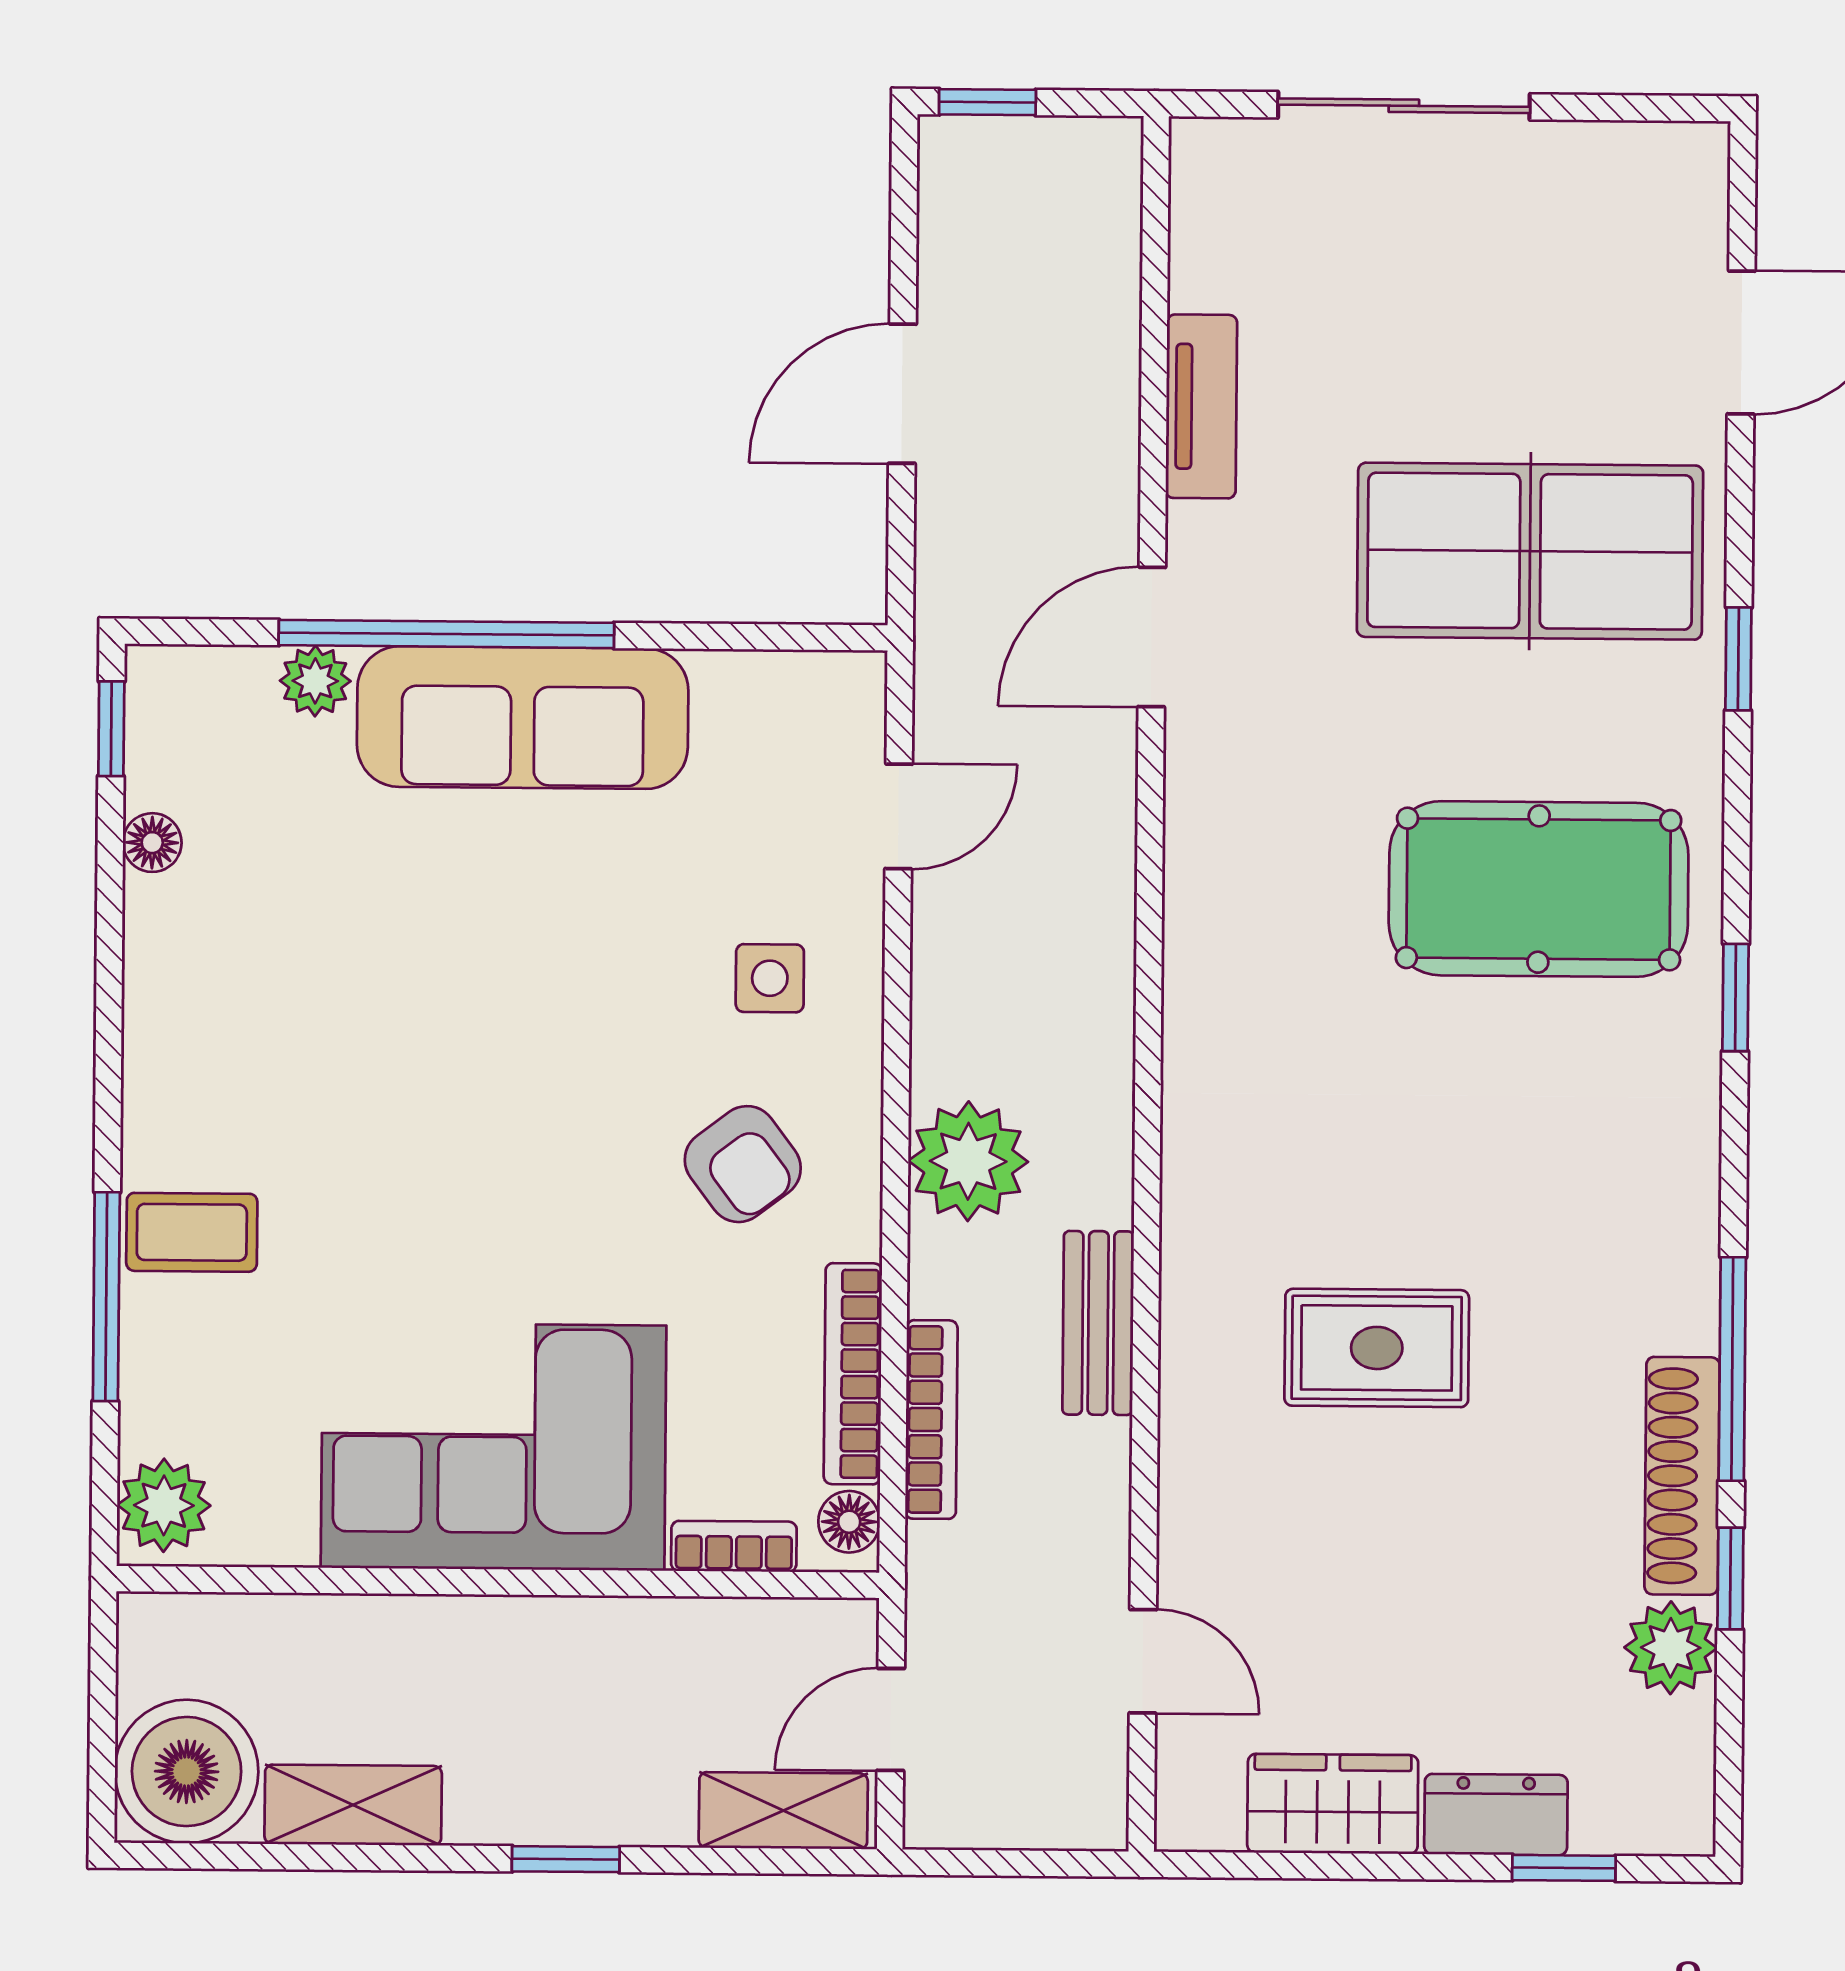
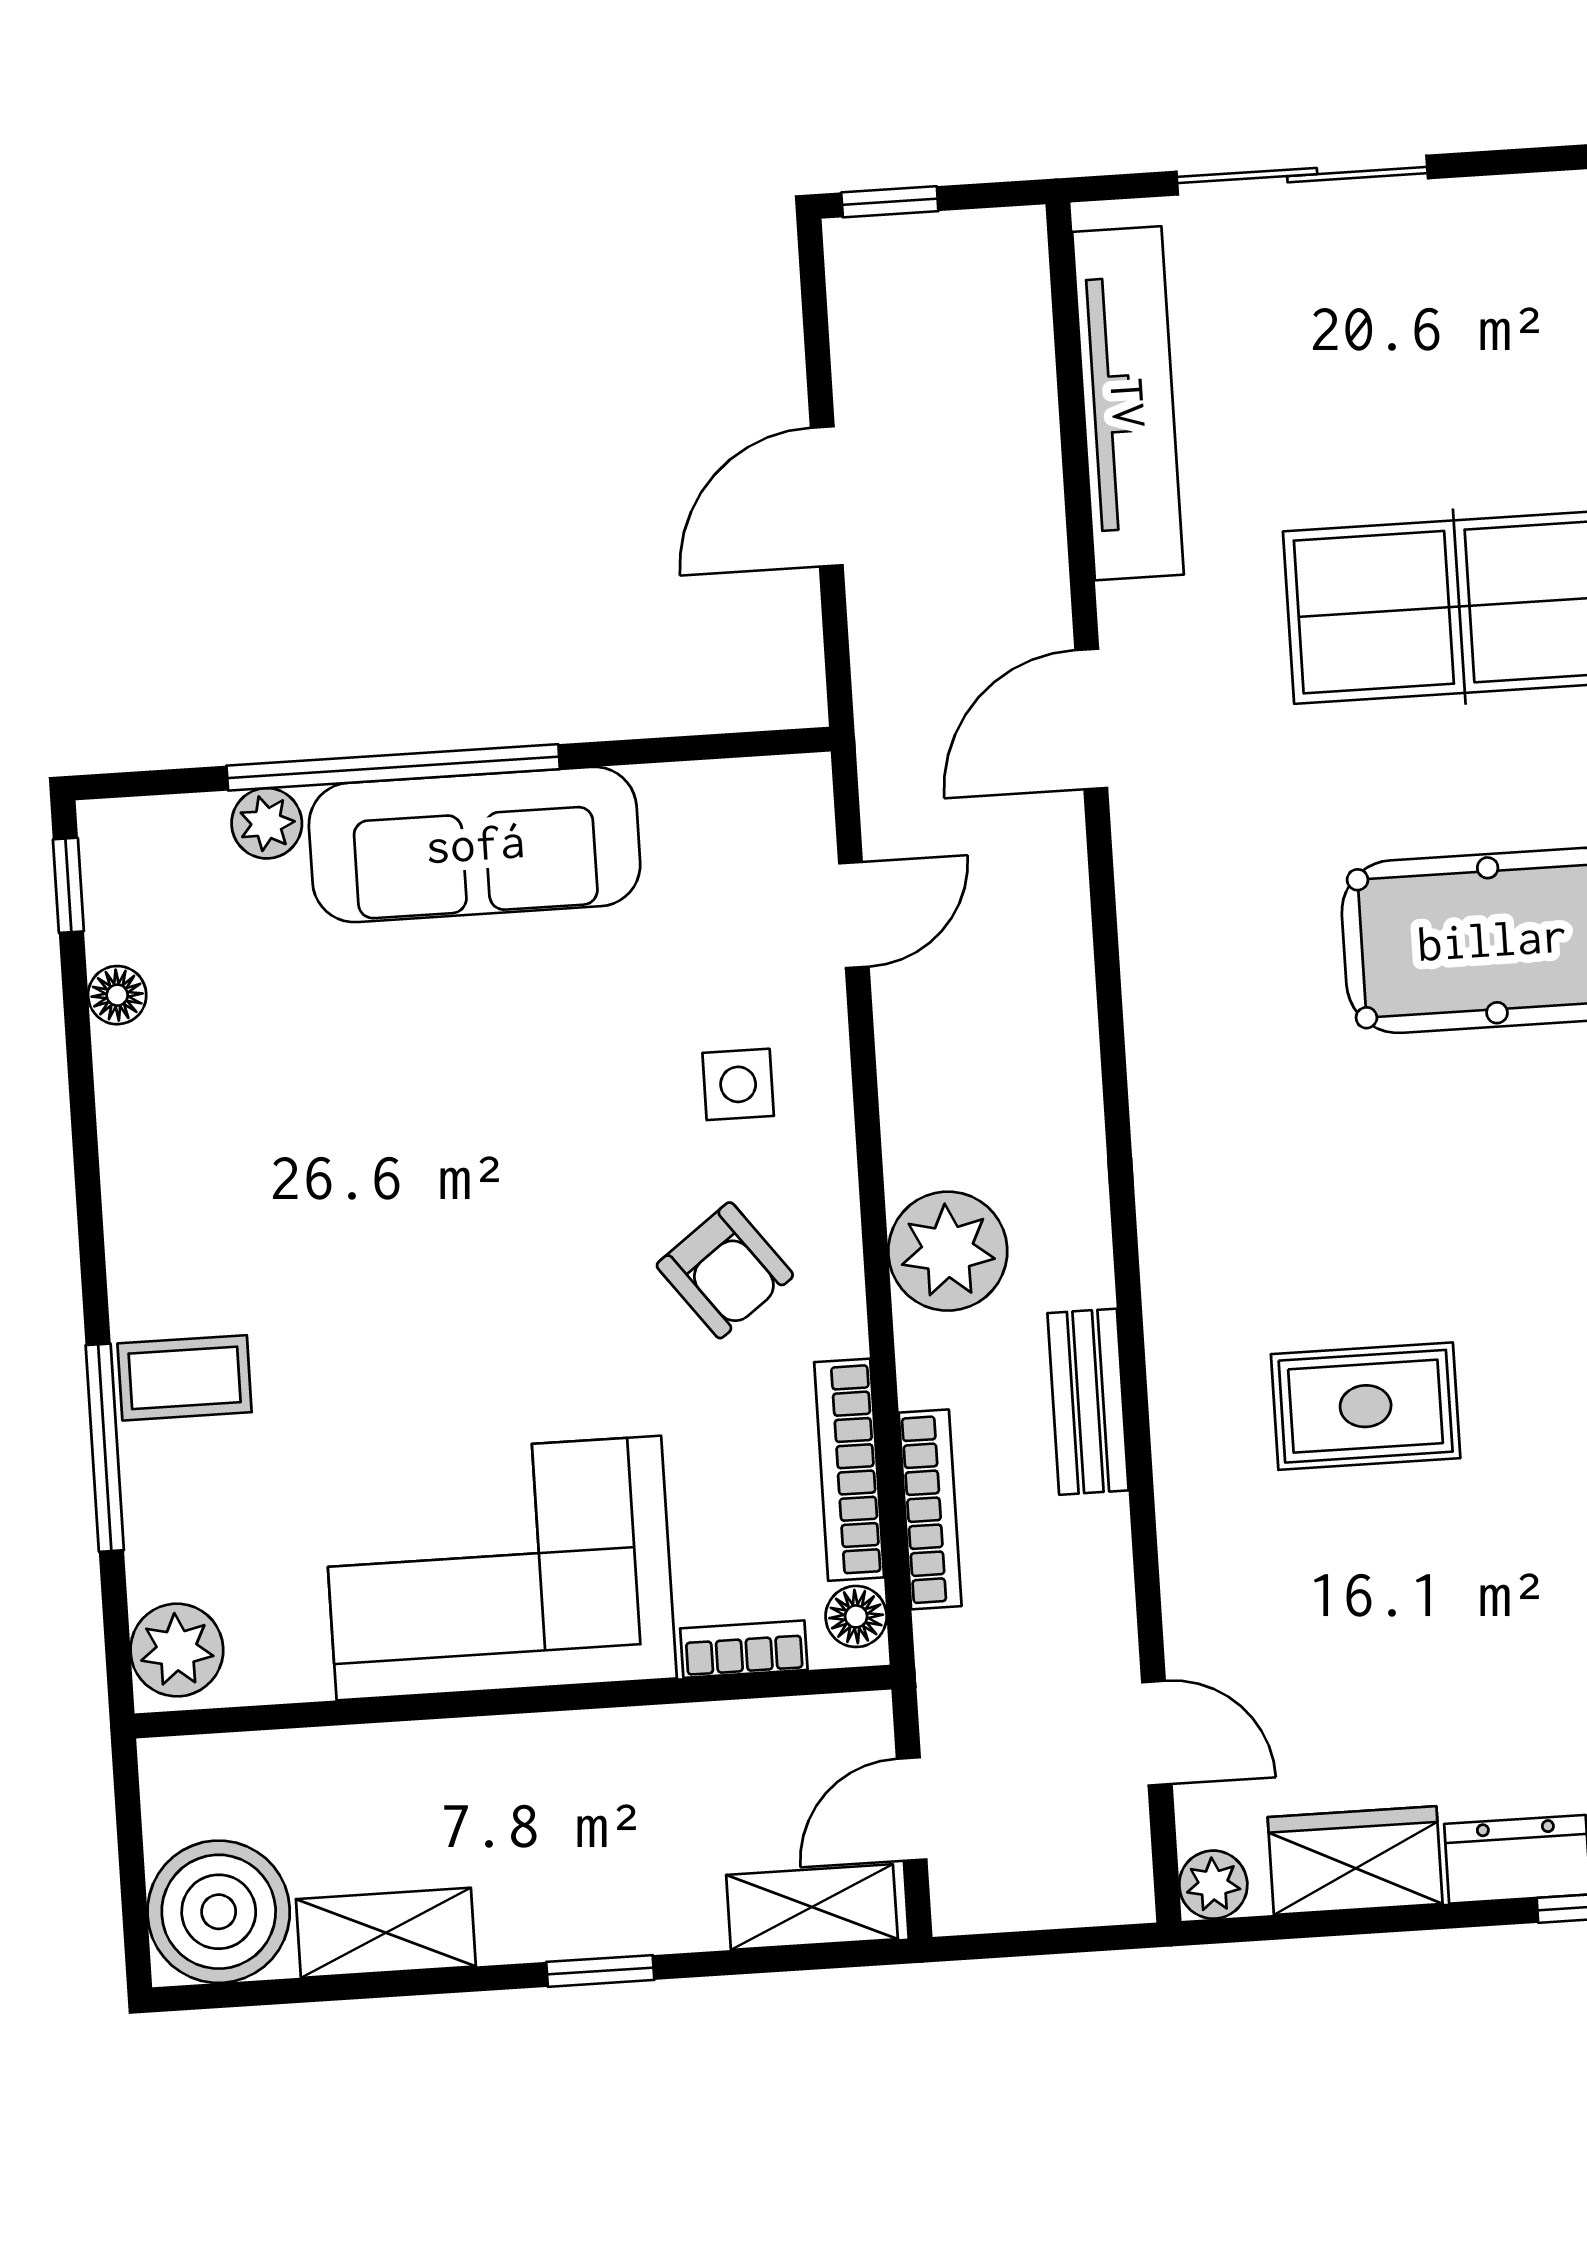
tv unit: (1201, 406) -> (1128, 403), width x1.92, depth x1.29
plant: (1188, 1818) -> (1213, 1885), added

